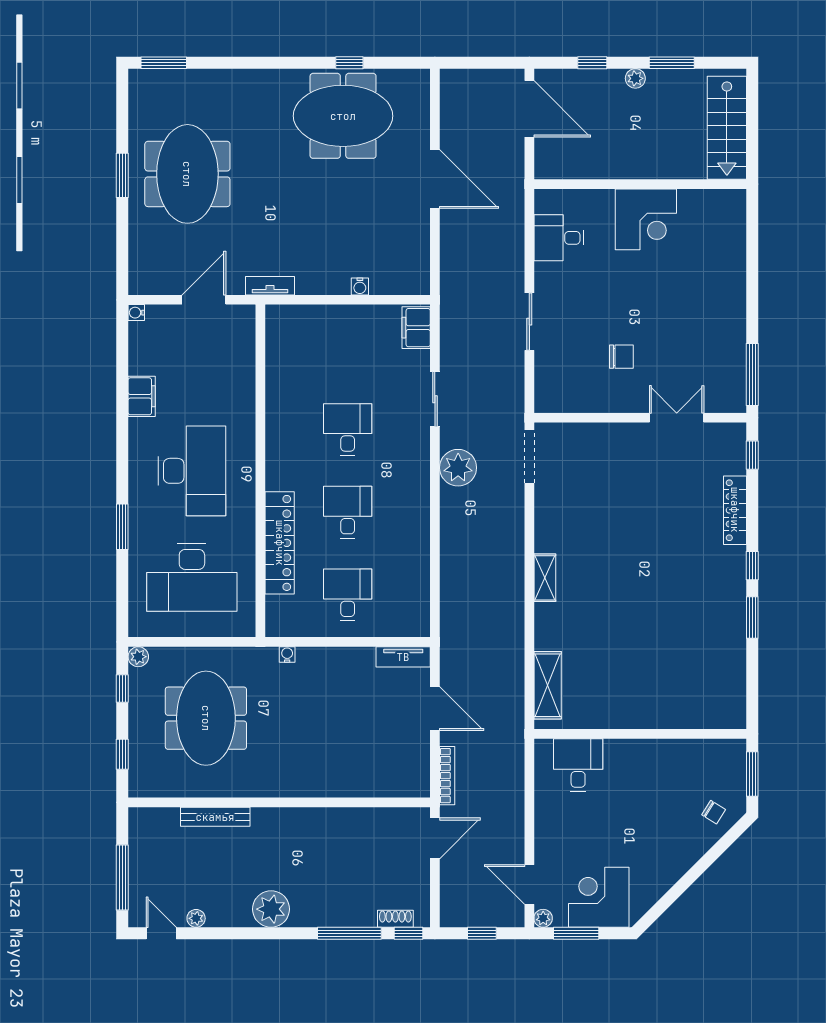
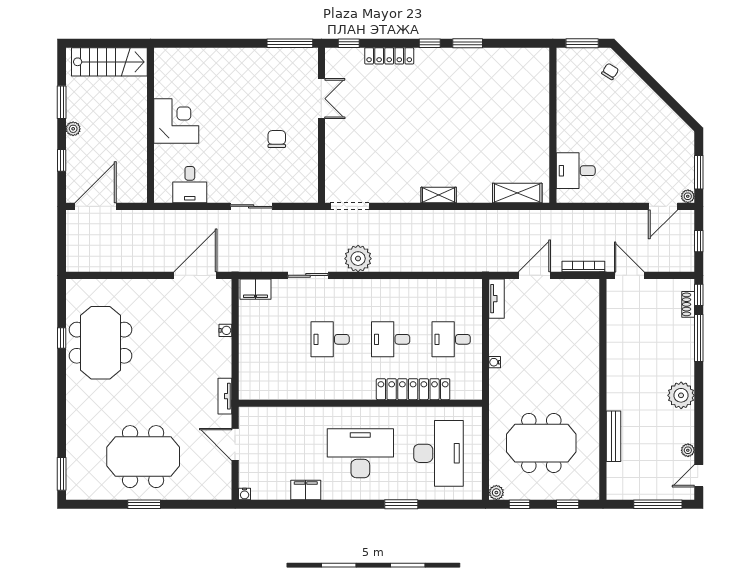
door: (435, 179) -> (195, 275), moved
double door: (677, 418) -> (321, 99), swing flipped
water cooler: (287, 654) -> (495, 362), moved
corner desk: (599, 897) -> (672, 155), removed

